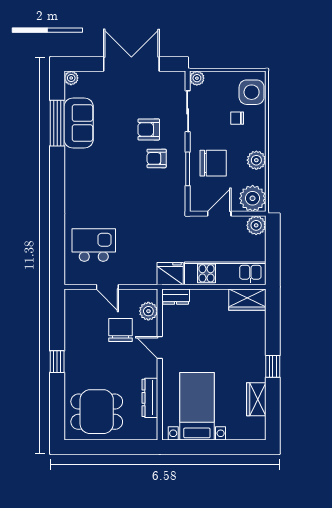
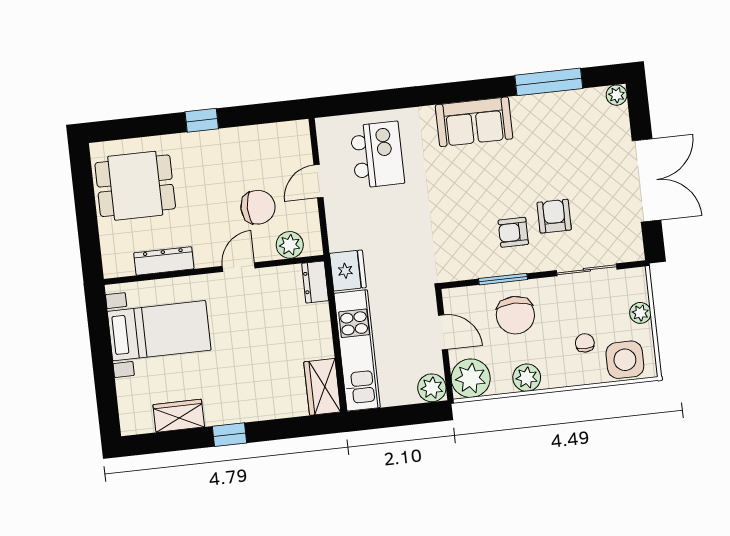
plant: (197, 78) -> (640, 313), moved
sofa: (79, 123) -> (474, 122), moved
armchair: (157, 158) -> (513, 232), turned -90
dining table: (97, 412) -> (135, 186), turned 90

